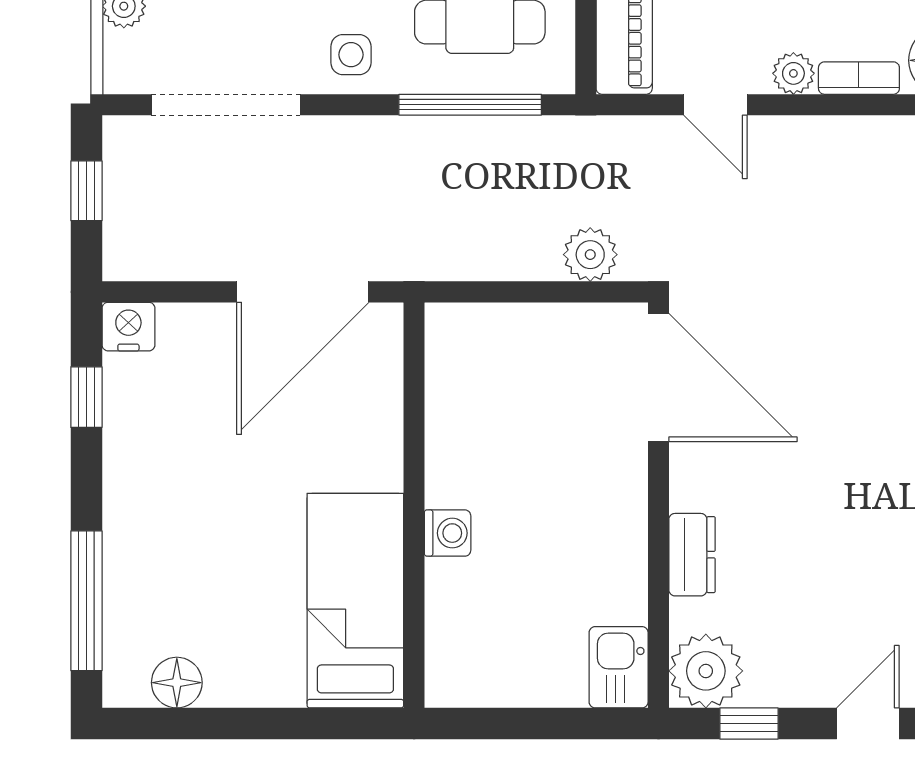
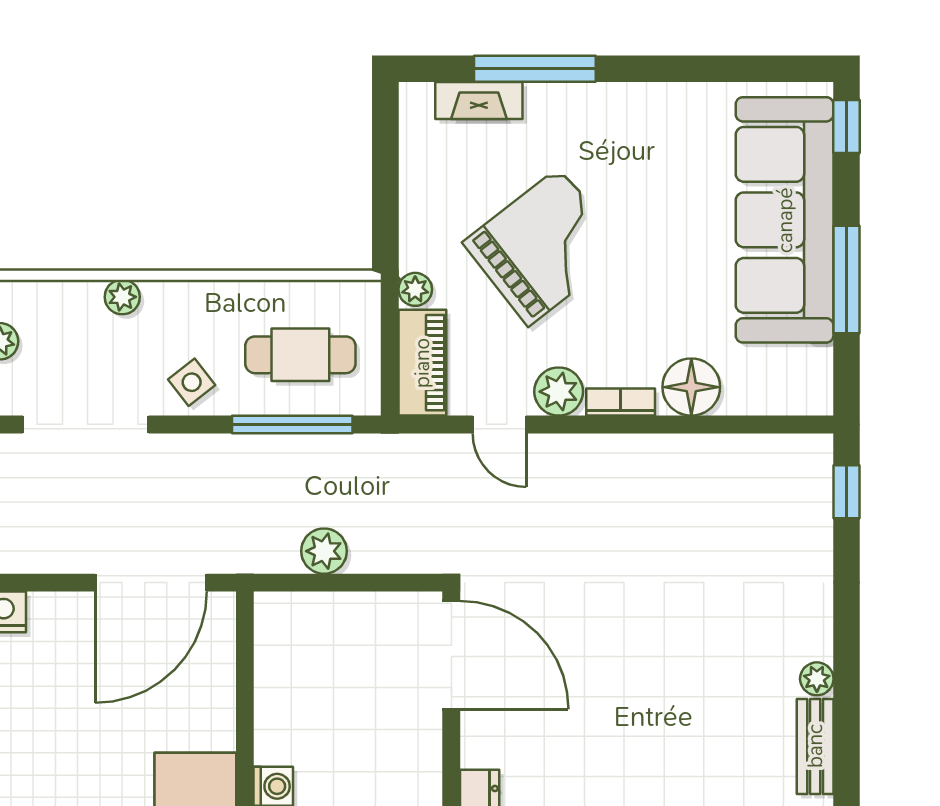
side table: (351, 55) -> (192, 382), turned -38
plant: (793, 73) -> (559, 392), width x1.38, depth x1.38
plant: (590, 255) -> (324, 551), moved

